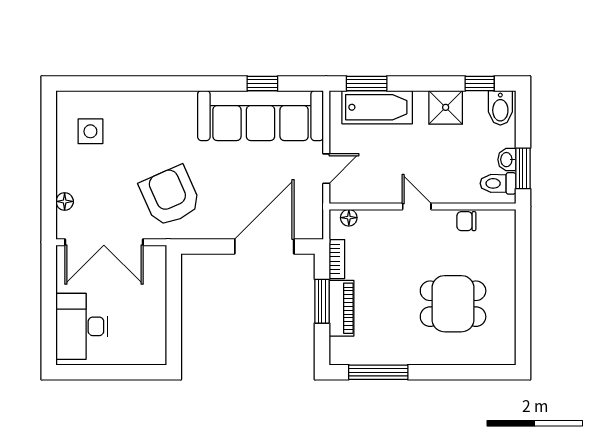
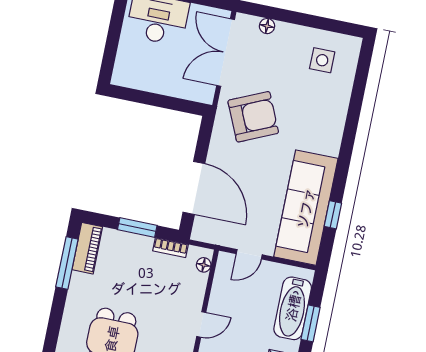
window: (367, 83) -> (311, 323), moved
door: (326, 169) -> (249, 254), hinge flipped
piano: (342, 308) -> (87, 248), moved, turned -90

